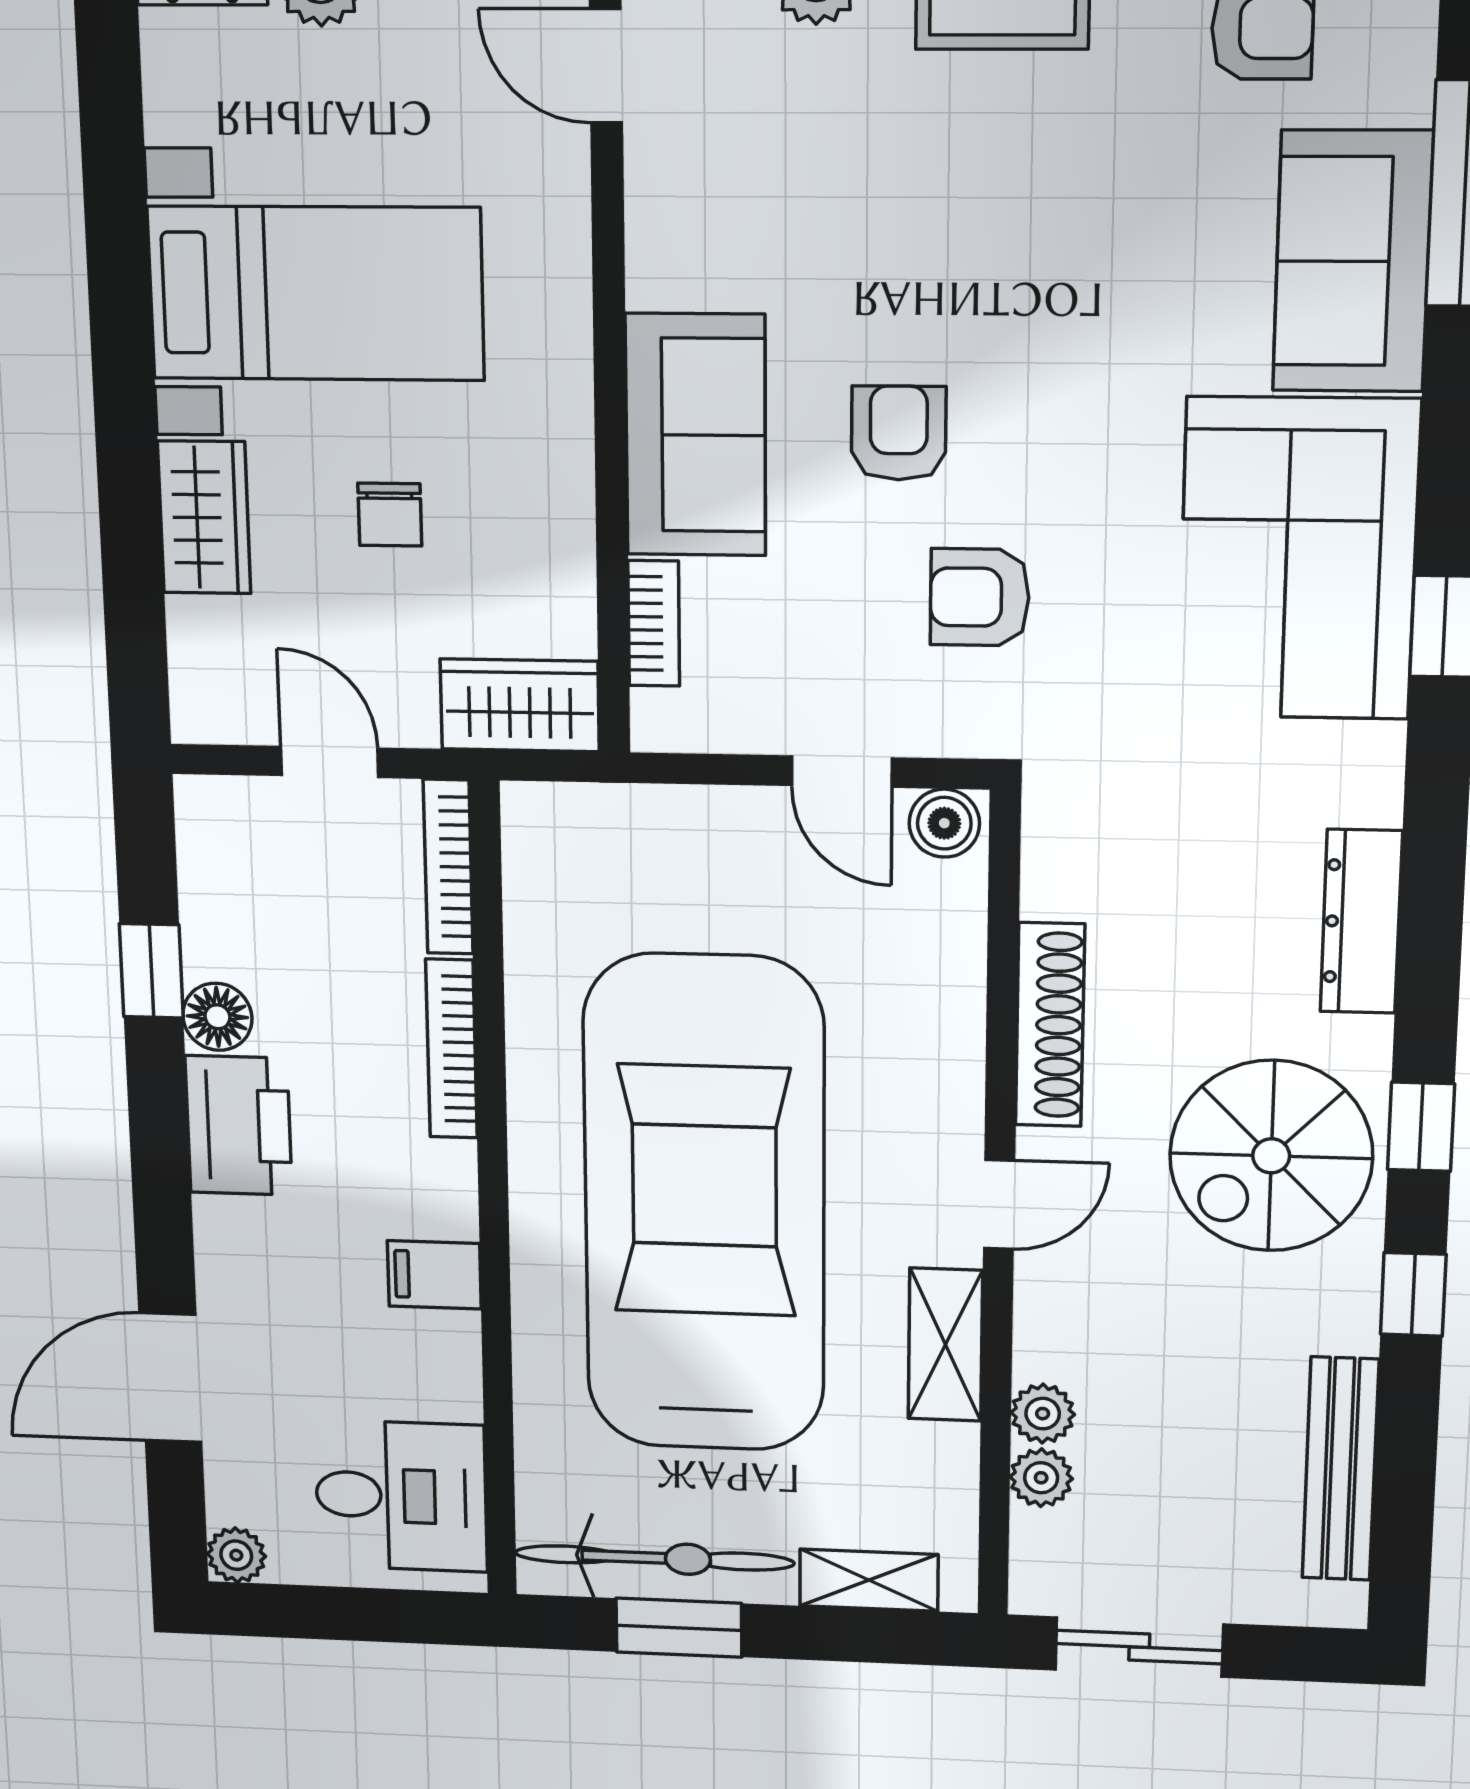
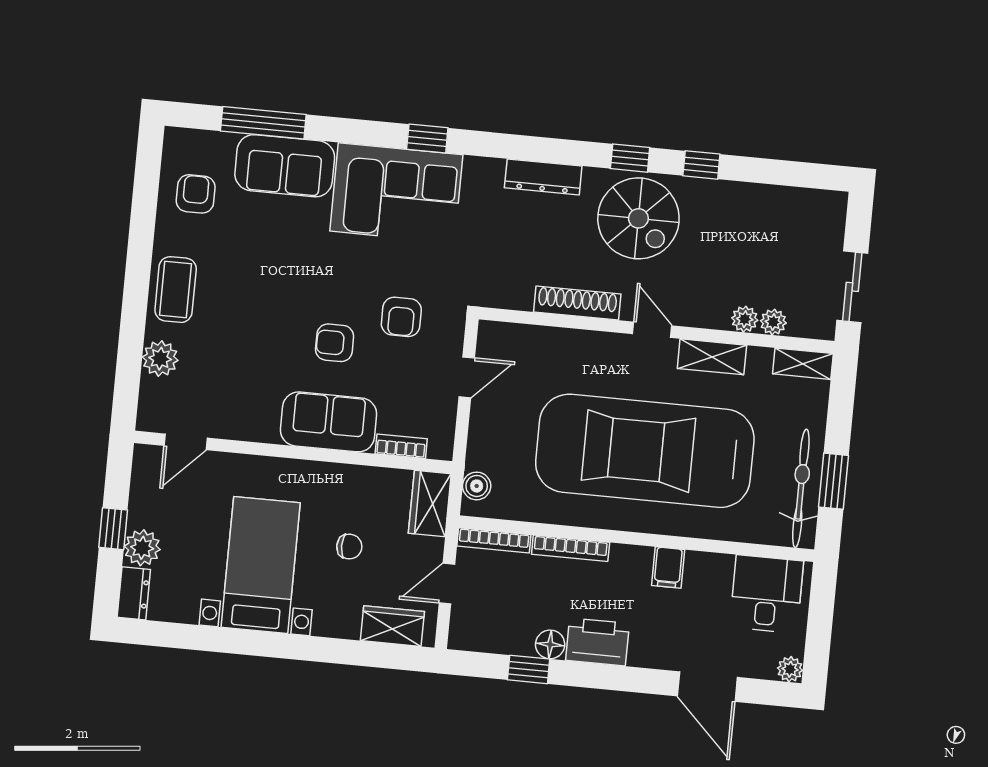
wardrobe: (204, 517) -> (392, 626), moved
boiler: (944, 823) -> (477, 486), moved
bench: (1340, 1469) -> (776, 199), removed
shelving: (869, 1580) -> (803, 364), moved, turned 90

